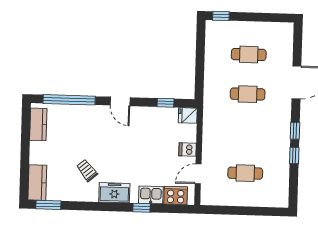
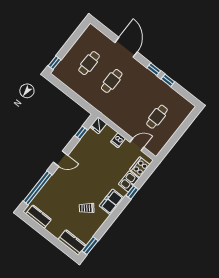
door: (198, 174) -> (137, 145), swing flipped

